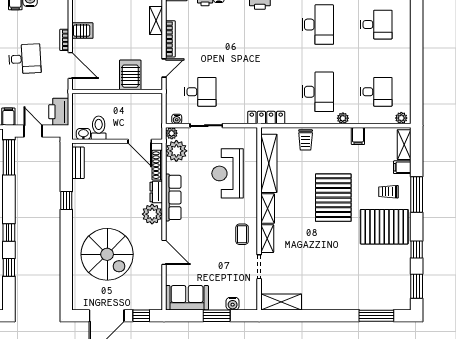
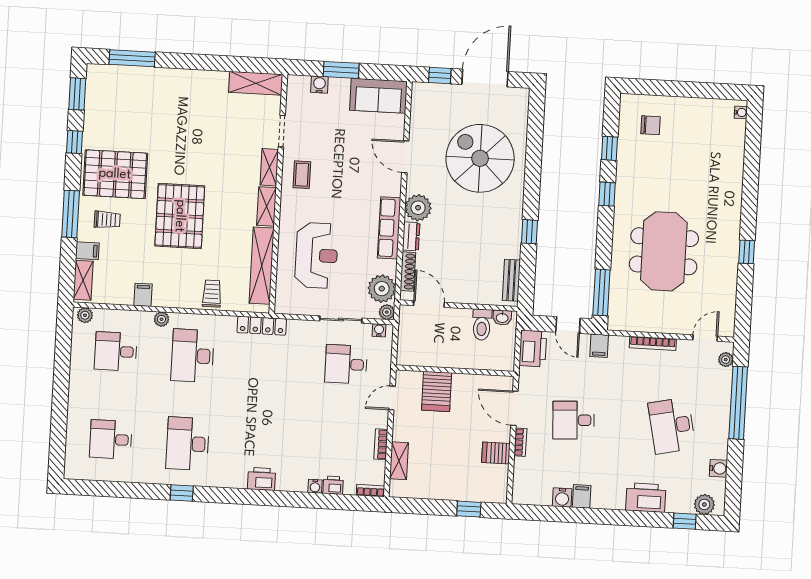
bookcase: (170, 39) -> (381, 444), width x0.64

